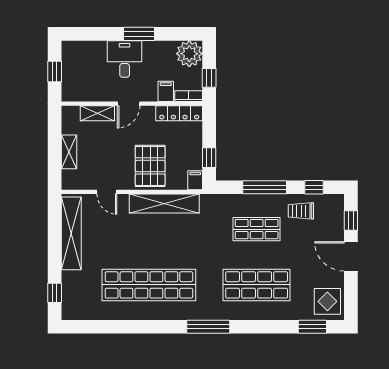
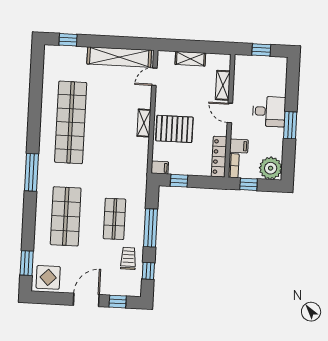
door: (107, 192) -> (154, 77), moved
shelving: (164, 203) -> (144, 123), width x0.45, depth x0.75

